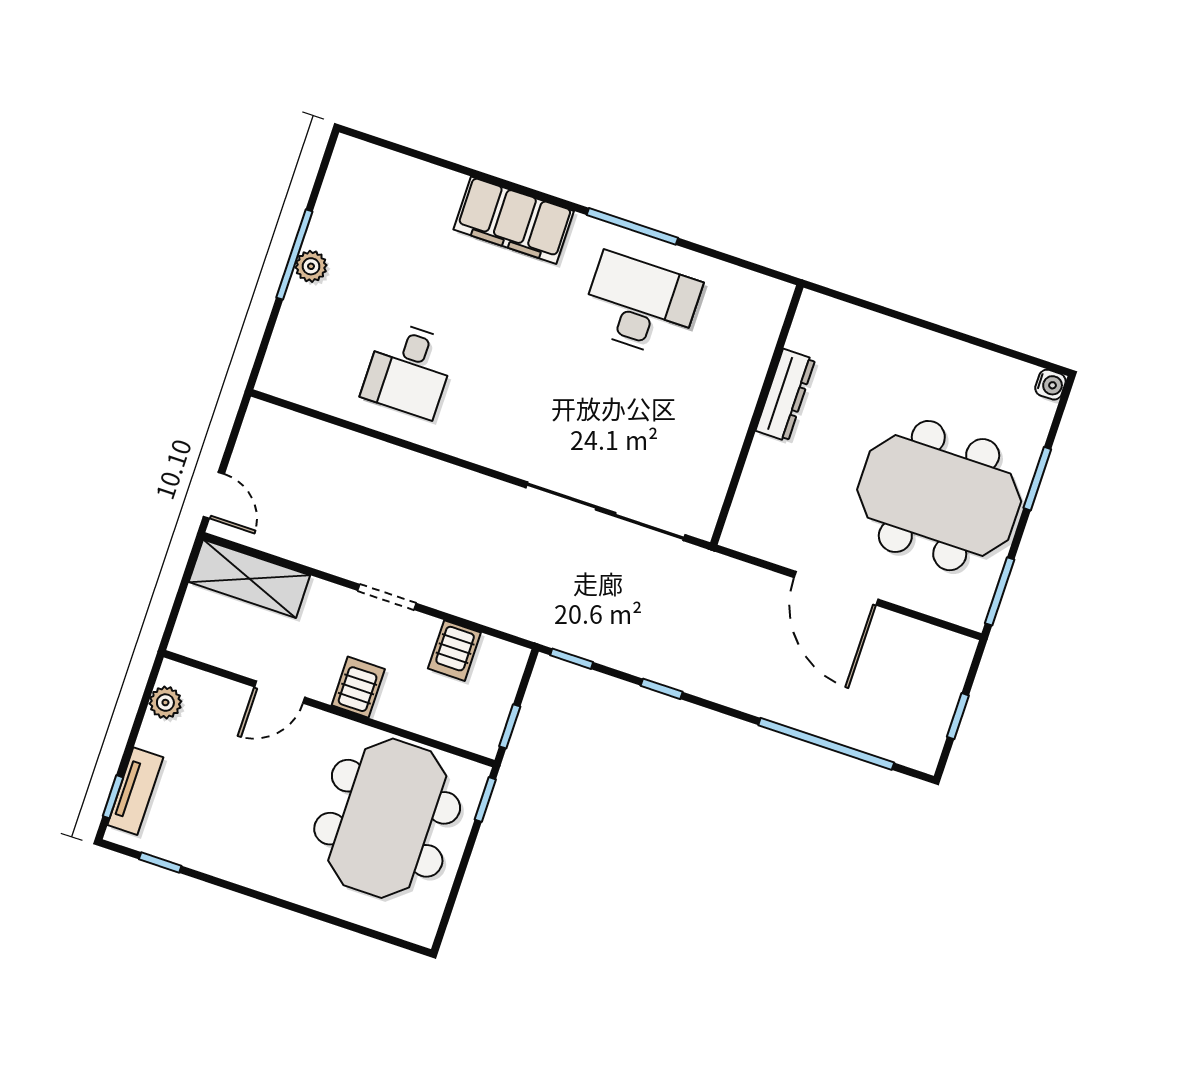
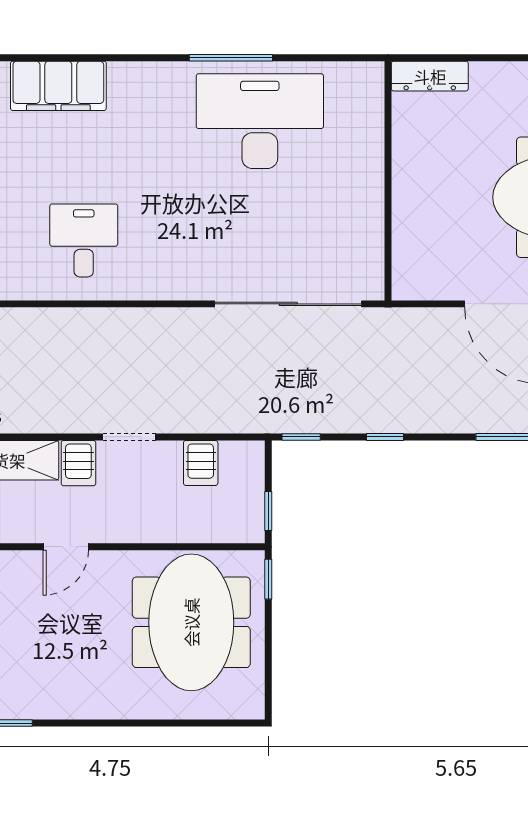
filing cabinet: (514, 220) -> (58, 86), moved
desk: (641, 305) -> (260, 121), width x1.36, depth x1.30
desk: (409, 370) -> (84, 240), turned 180
dresser: (785, 395) -> (430, 76), moved, turned 90
server rack: (358, 687) -> (78, 463), moved, turned 180

